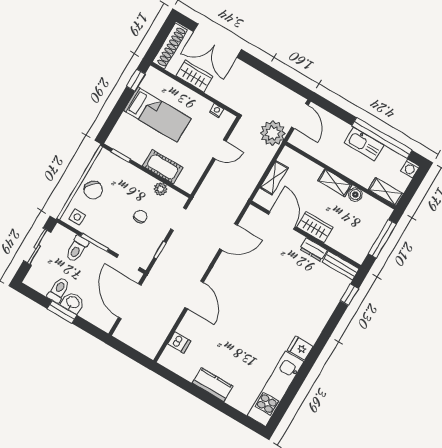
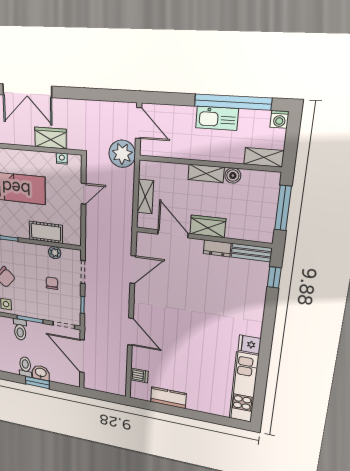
wardrobe: (194, 76) -> (51, 138), moved
kitchen counter: (212, 385) -> (168, 398), moved

